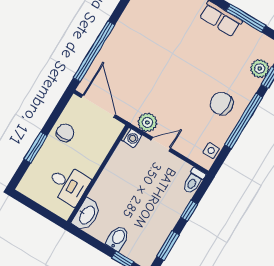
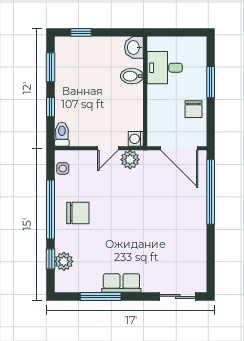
washbasin: (87, 215) -> (134, 47), width x0.72
bidet: (118, 238) -> (132, 76), moved, turned 90

